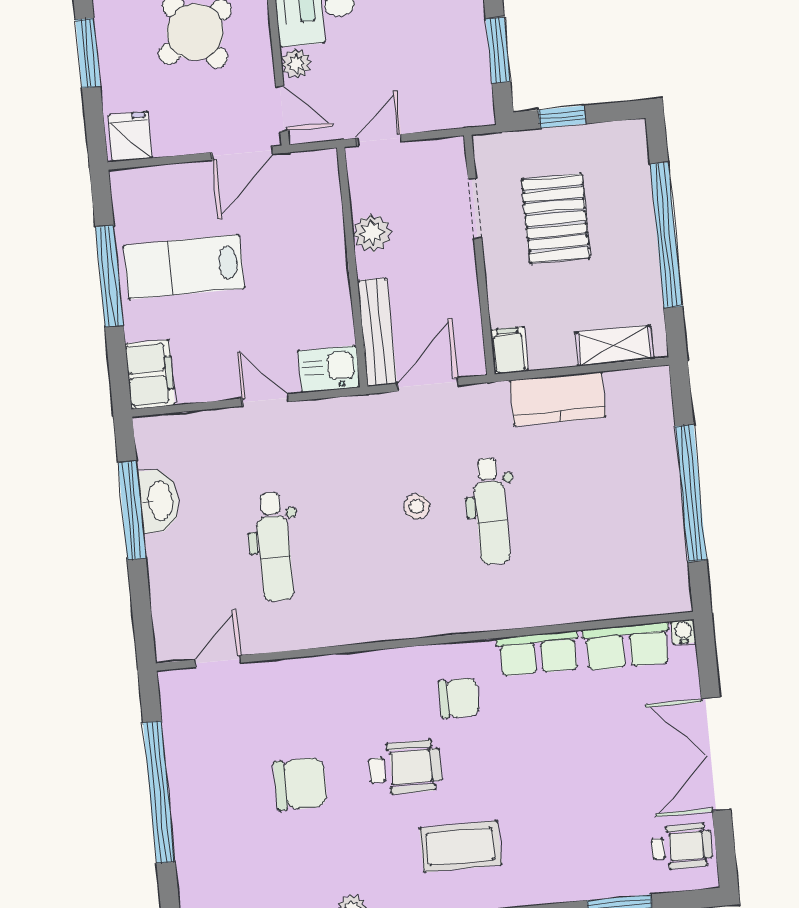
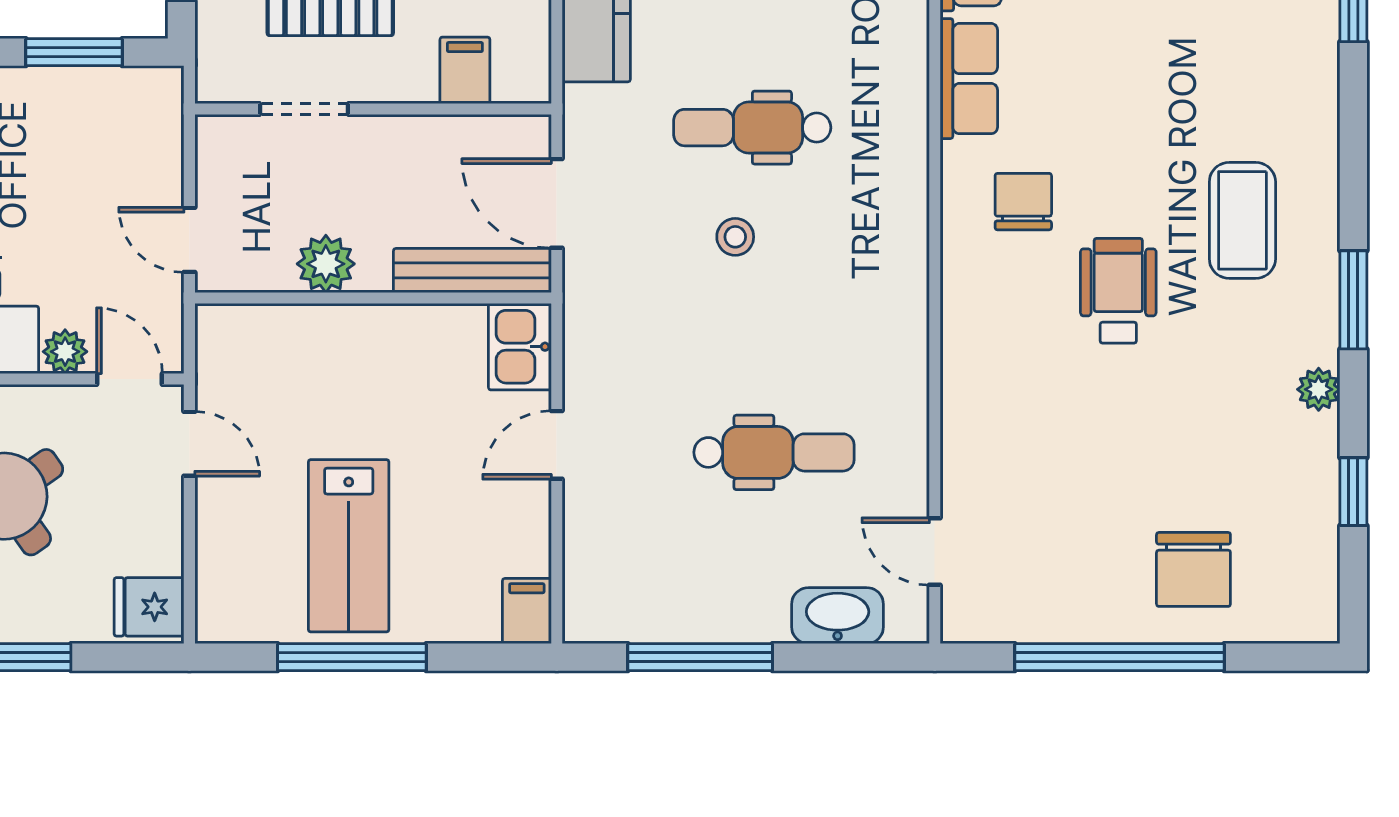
door: (282, 109) -> (129, 379), hinge flipped
door: (242, 153) -> (189, 444), width x0.73
filing cabinet: (509, 350) -> (465, 70), moved, turned 90
filing cabinet: (150, 374) -> (527, 611), width x0.50
washbasin: (159, 501) -> (838, 616), moved
dental chair: (491, 511) -> (752, 128), turned 180
chair: (300, 784) -> (1193, 569), moved, turned 180

